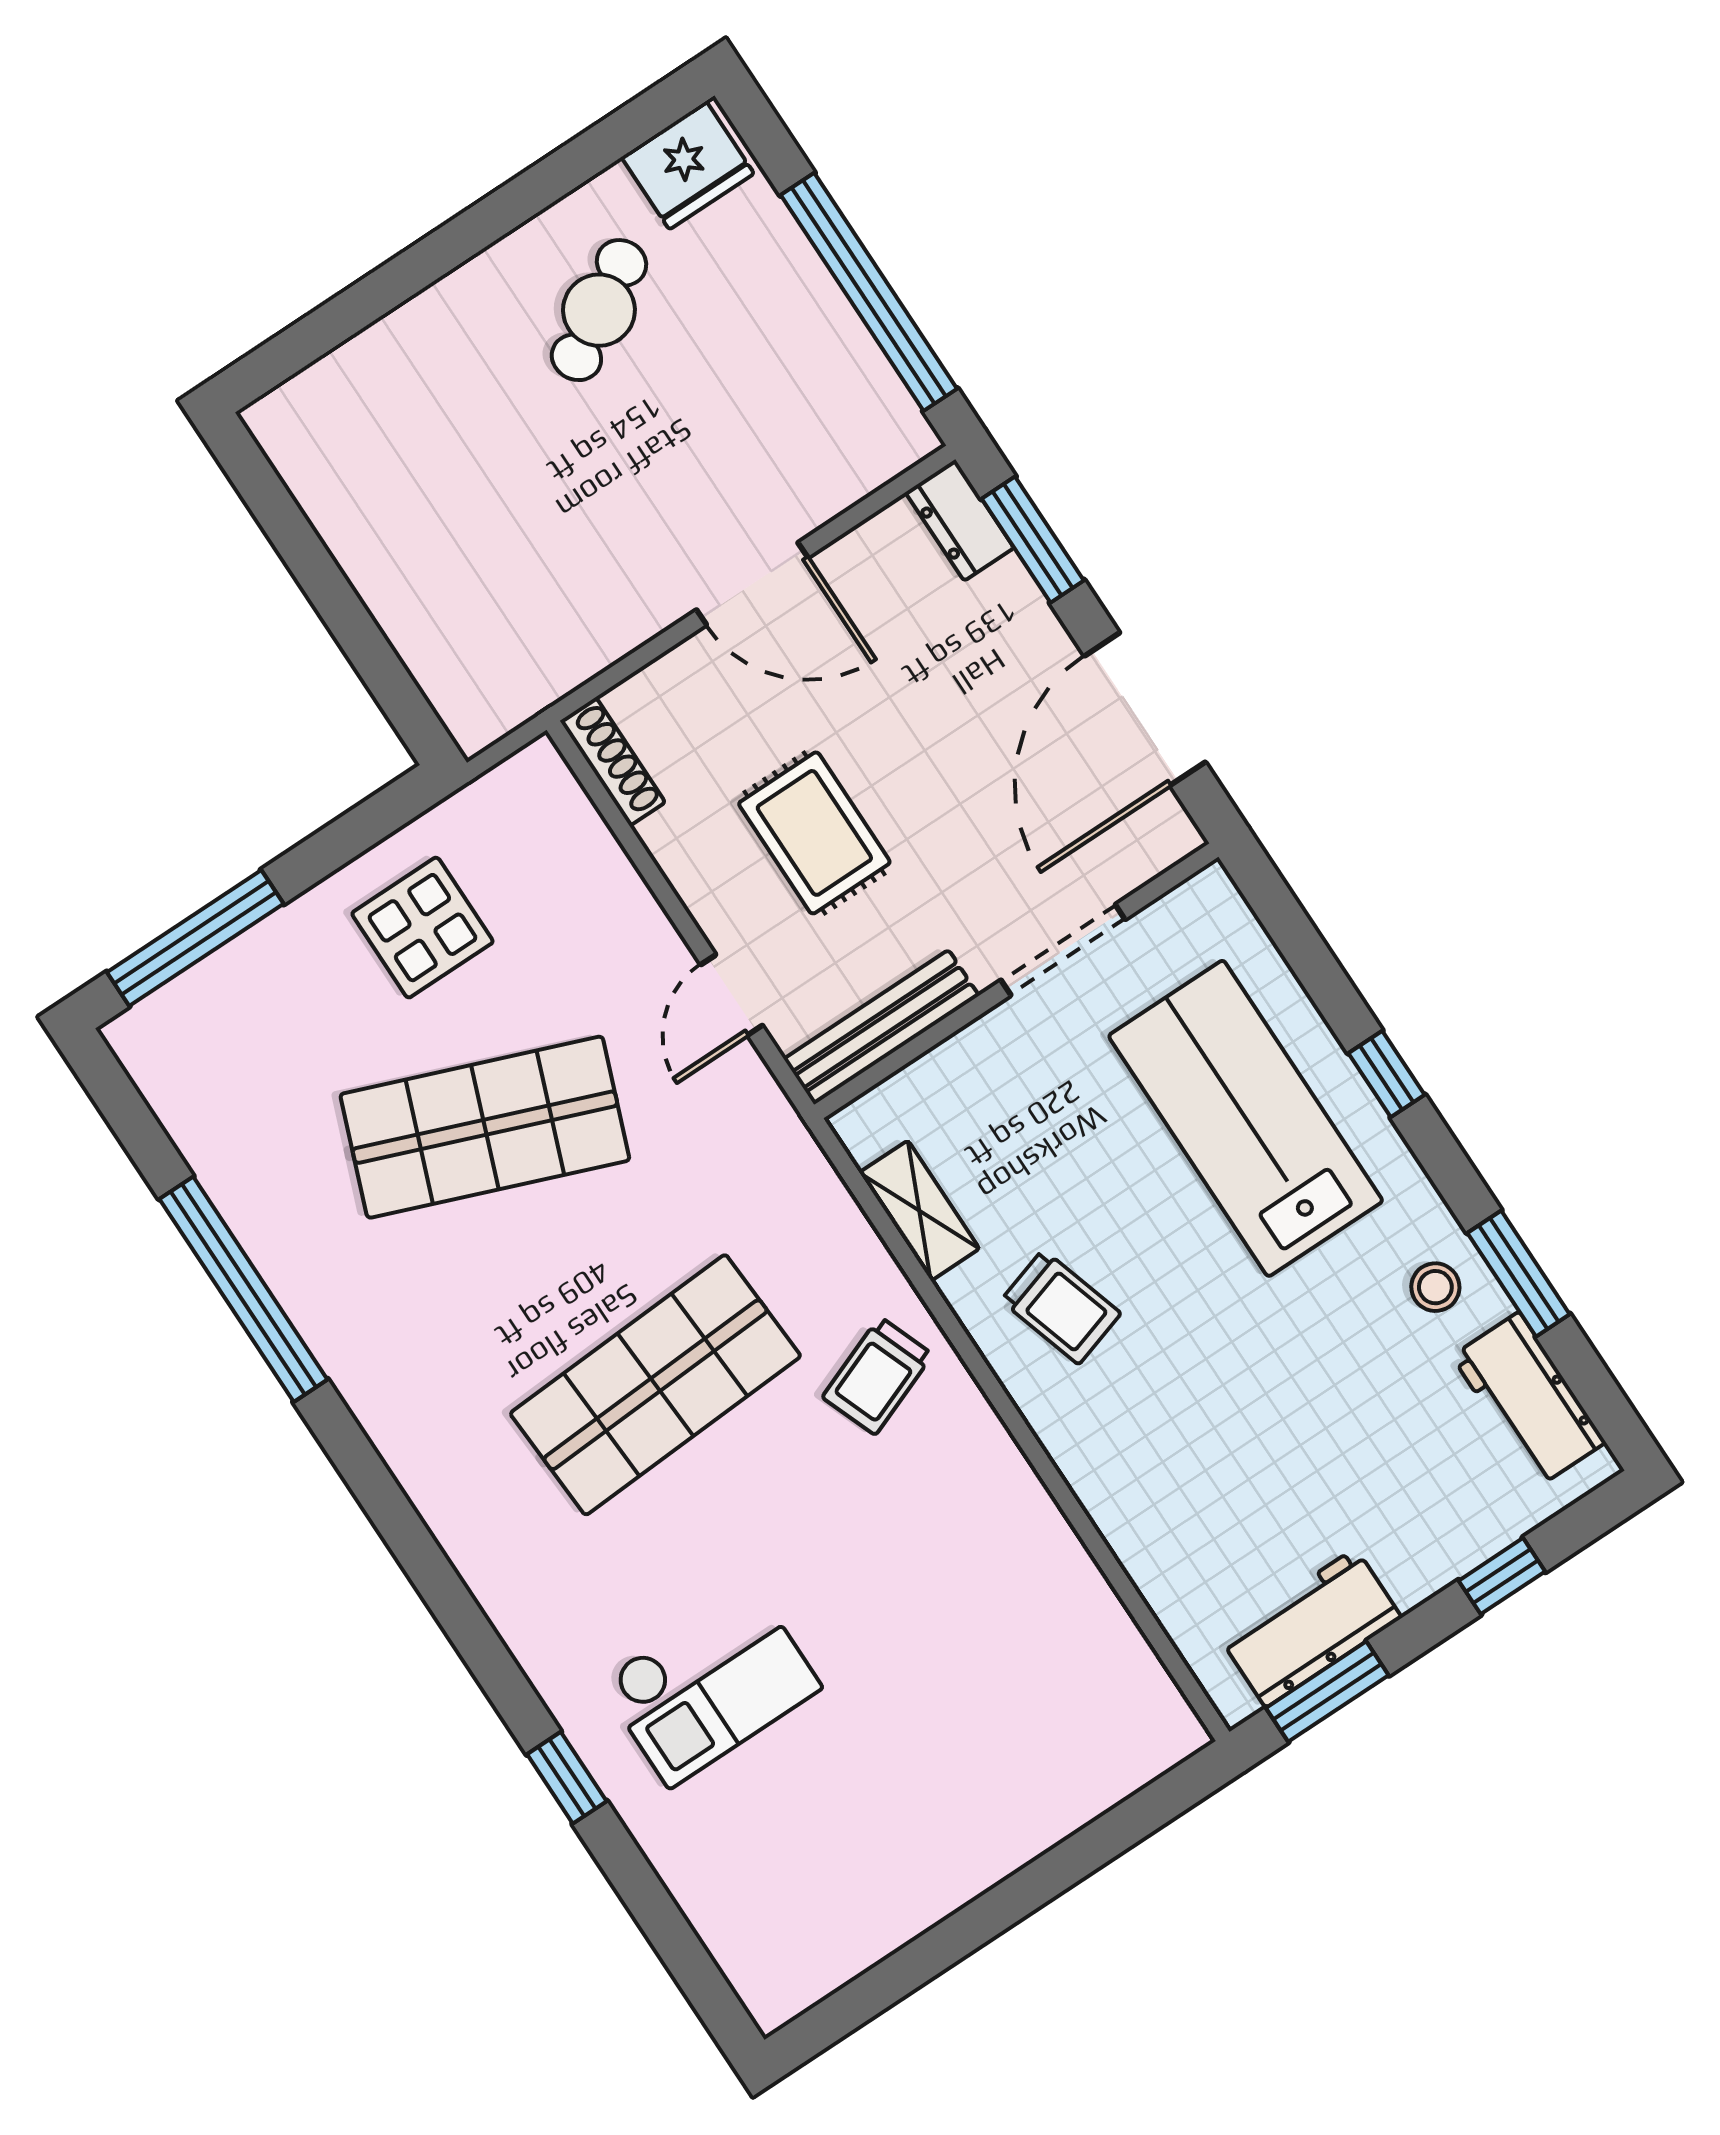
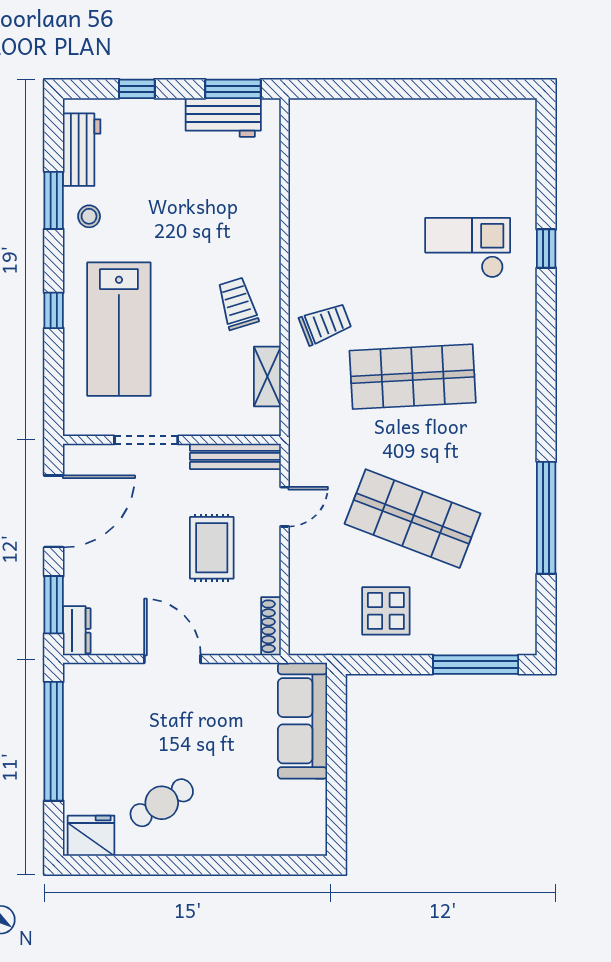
sofa: (442, 628) -> (303, 721), added

